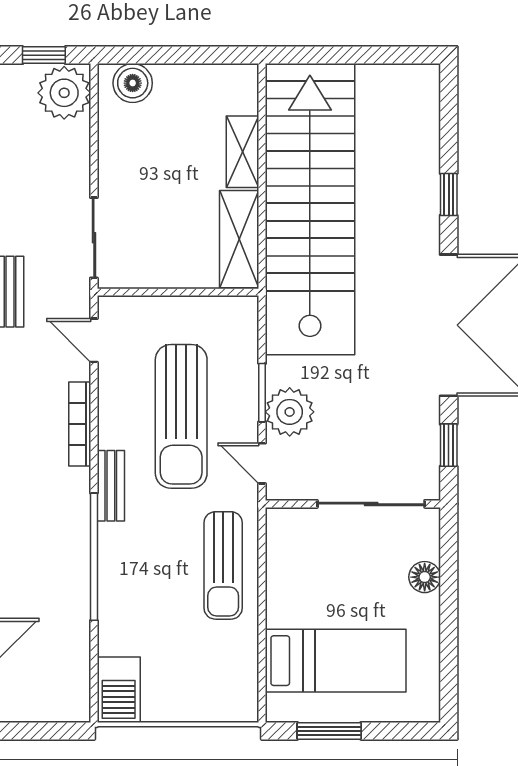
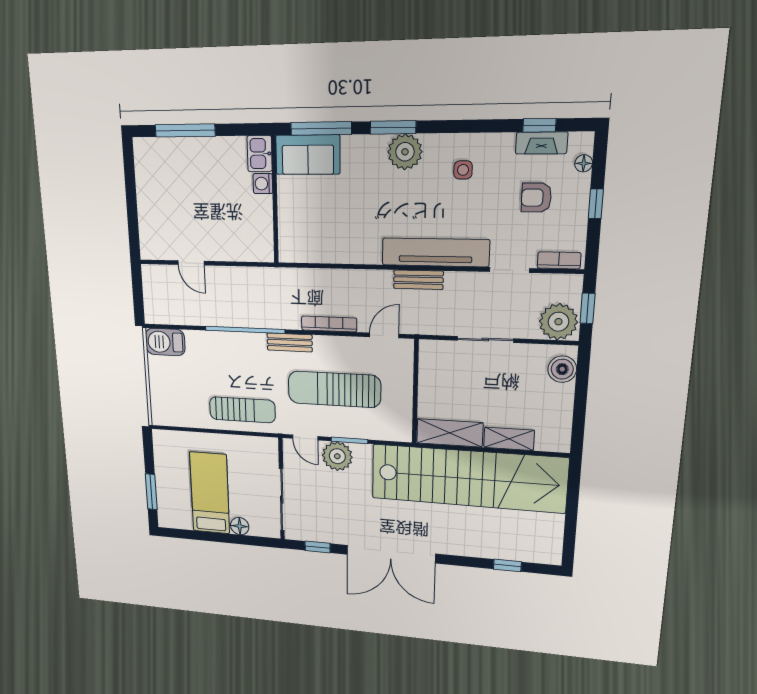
window: (449, 194) -> (507, 565), moved
sliding door: (94, 238) -> (485, 339), moved
door: (262, 463) -> (305, 437), swing flipped
sun lounger: (223, 565) -> (242, 410), turned 180
bed: (336, 661) -> (210, 493), moved, turned 180
window: (329, 731) -> (151, 492), moved

